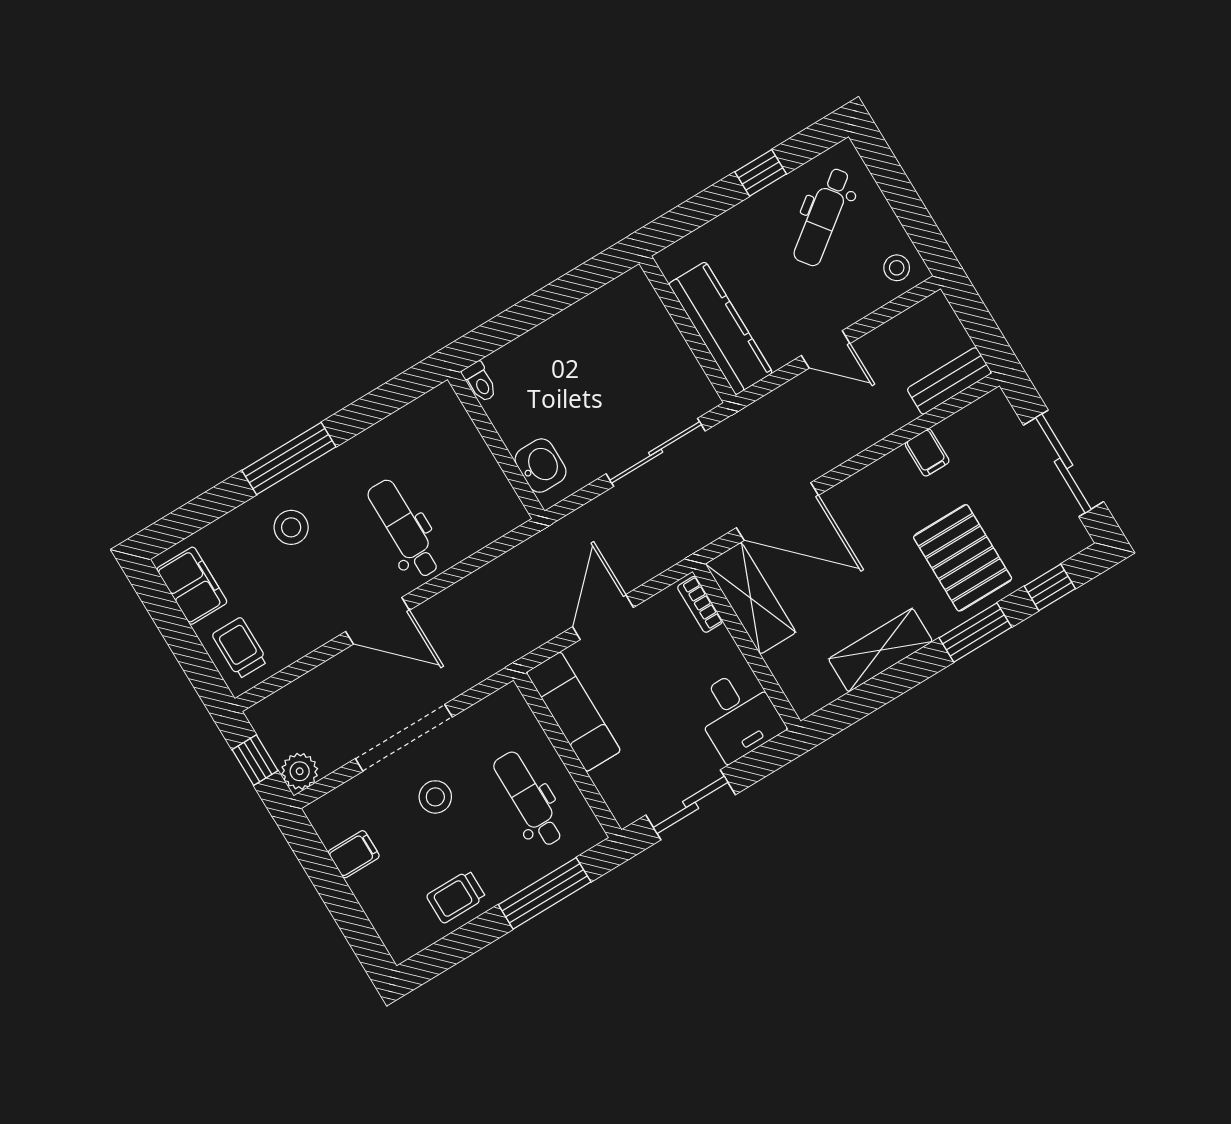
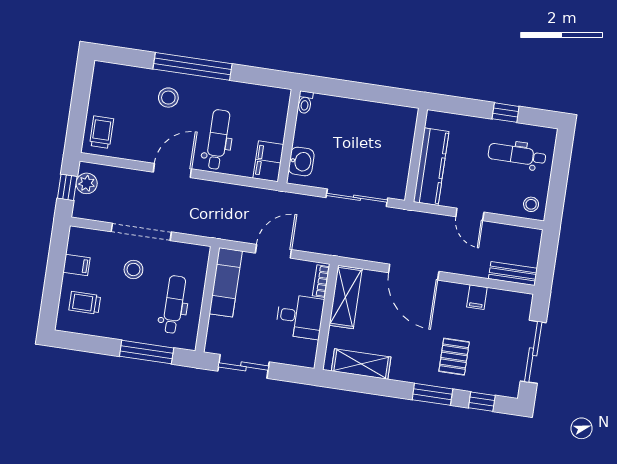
dental chair: (823, 217) -> (517, 155), turned 37
window: (289, 459) -> (193, 66), width x1.46
door: (777, 511) -> (414, 272), moved
pallet: (963, 558) -> (454, 357), width x0.67, depth x0.71
filing cabinet: (192, 586) -> (268, 161), moved, turned 180
door: (378, 621) -> (172, 171), swing flipped
shelving: (880, 650) -> (361, 364), moved
desk: (738, 715) -> (300, 316), moved, turned -90
plant: (300, 771) -> (87, 183), moved
trolley: (456, 897) -> (85, 303), moved

